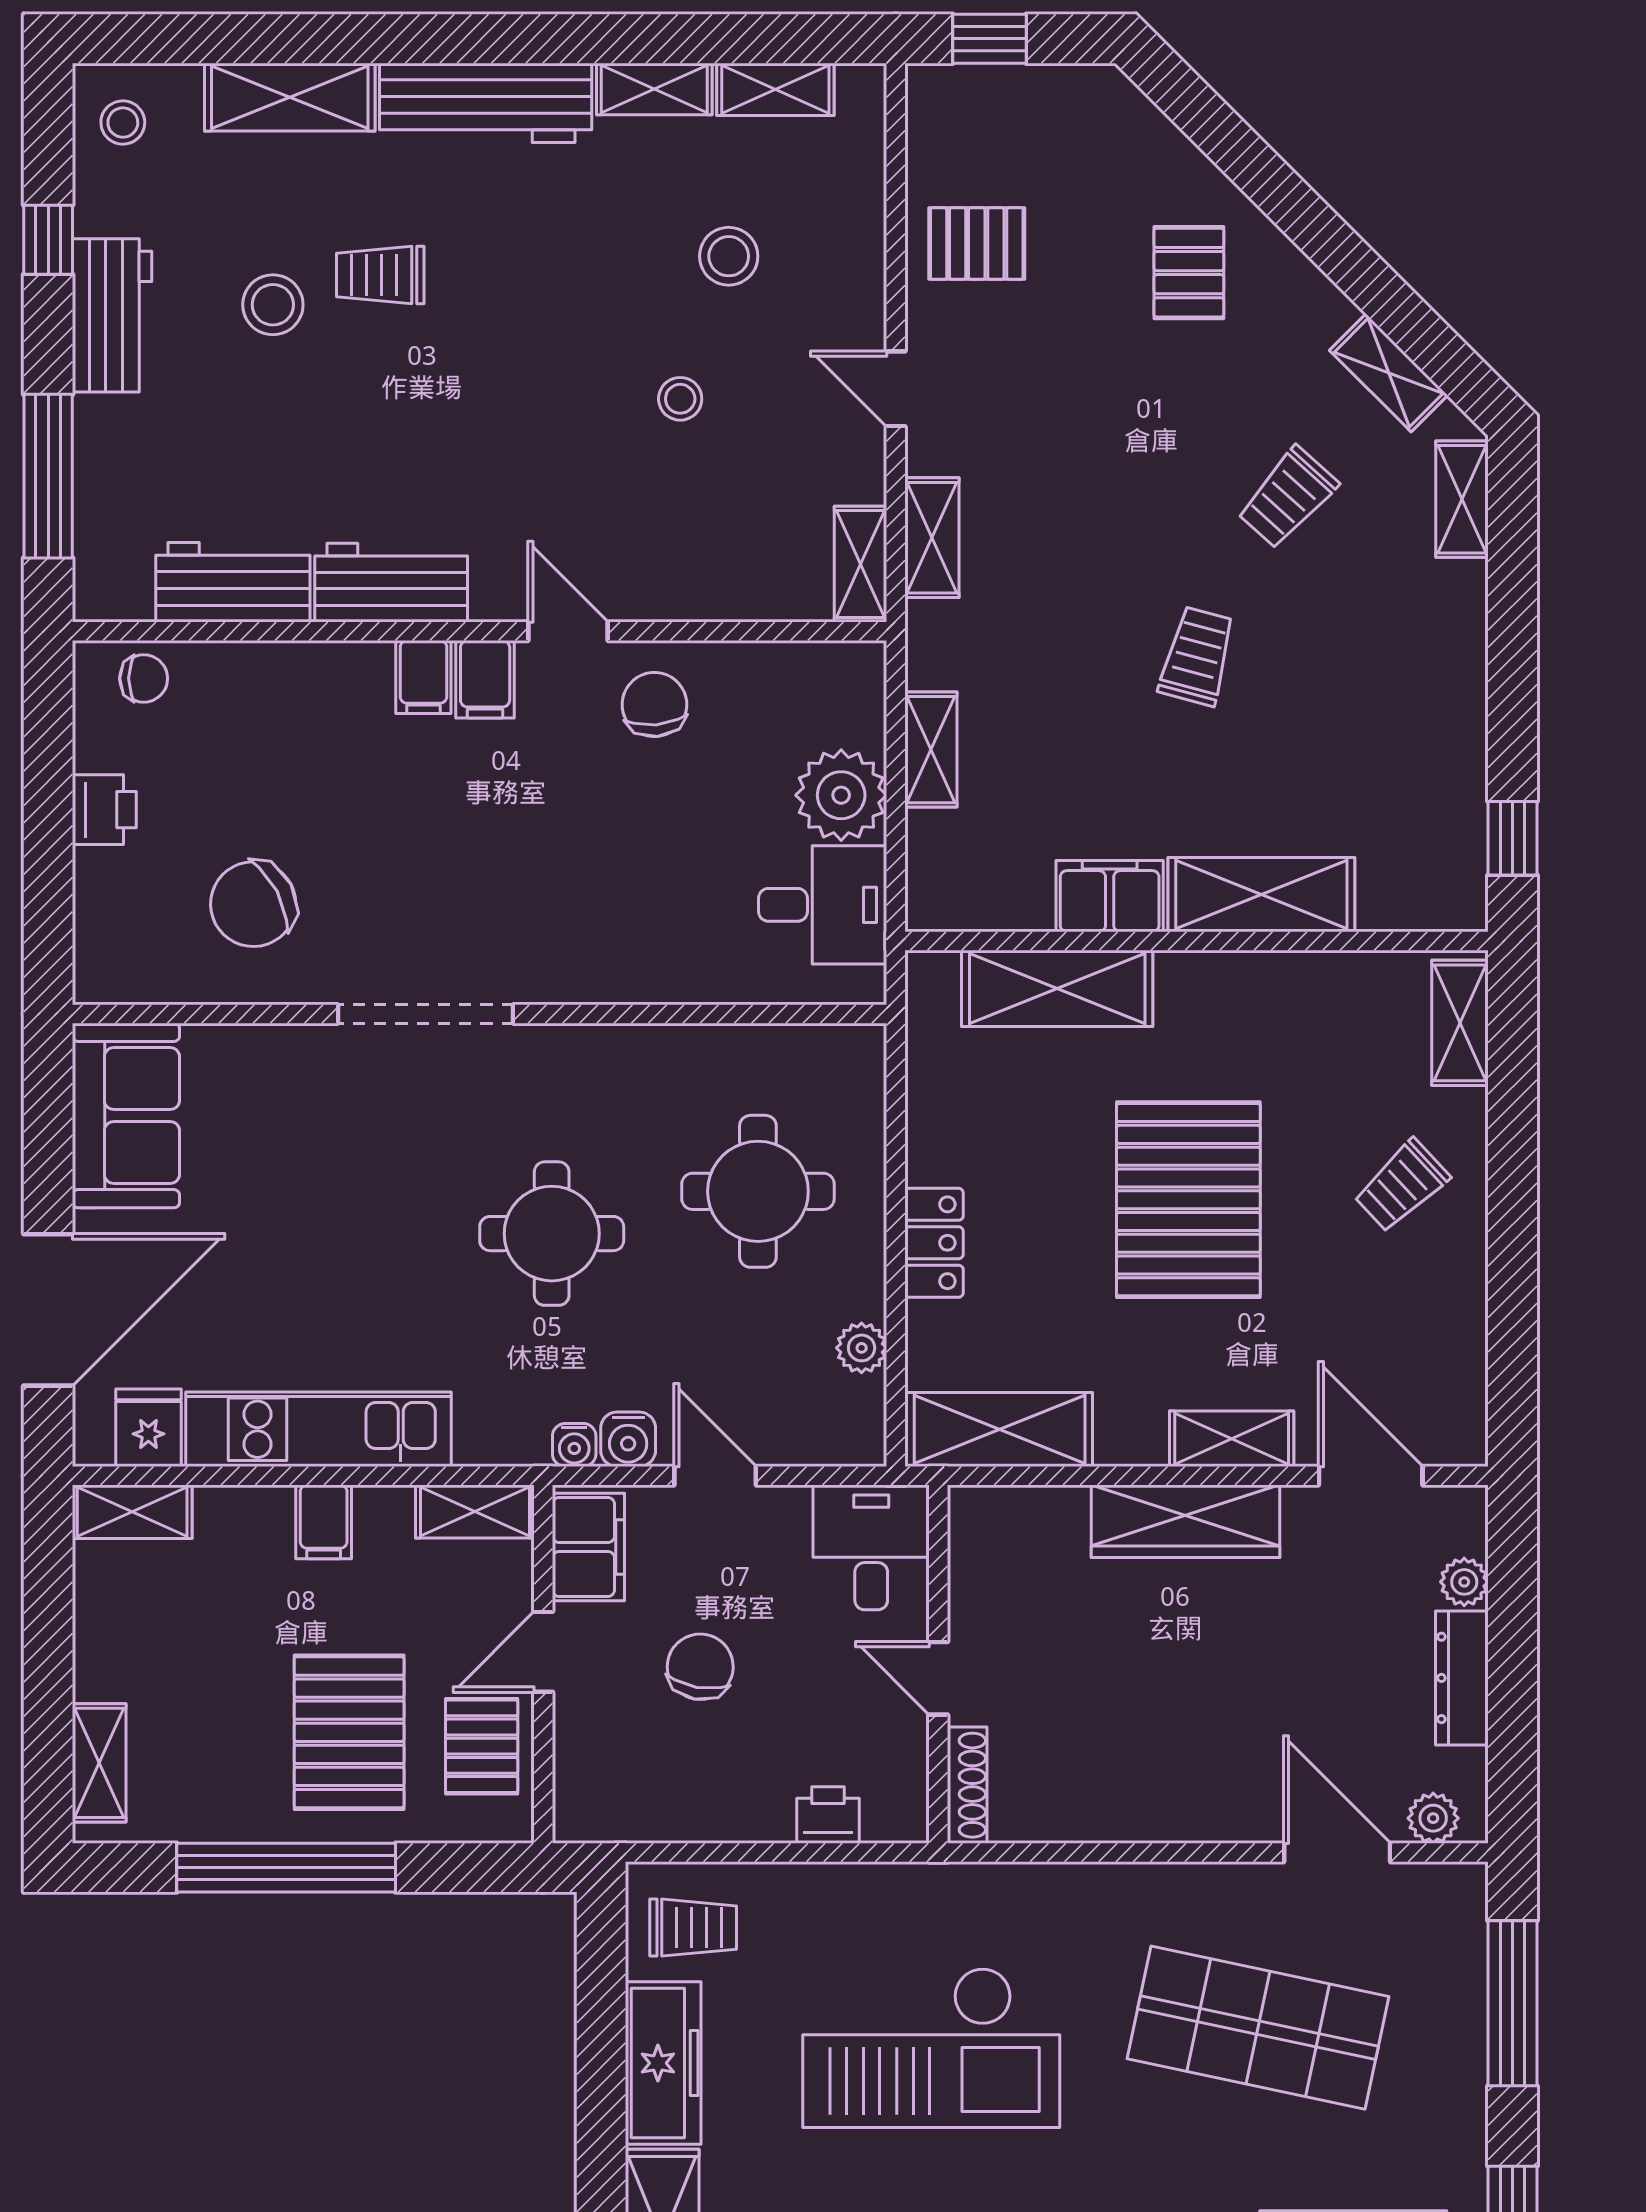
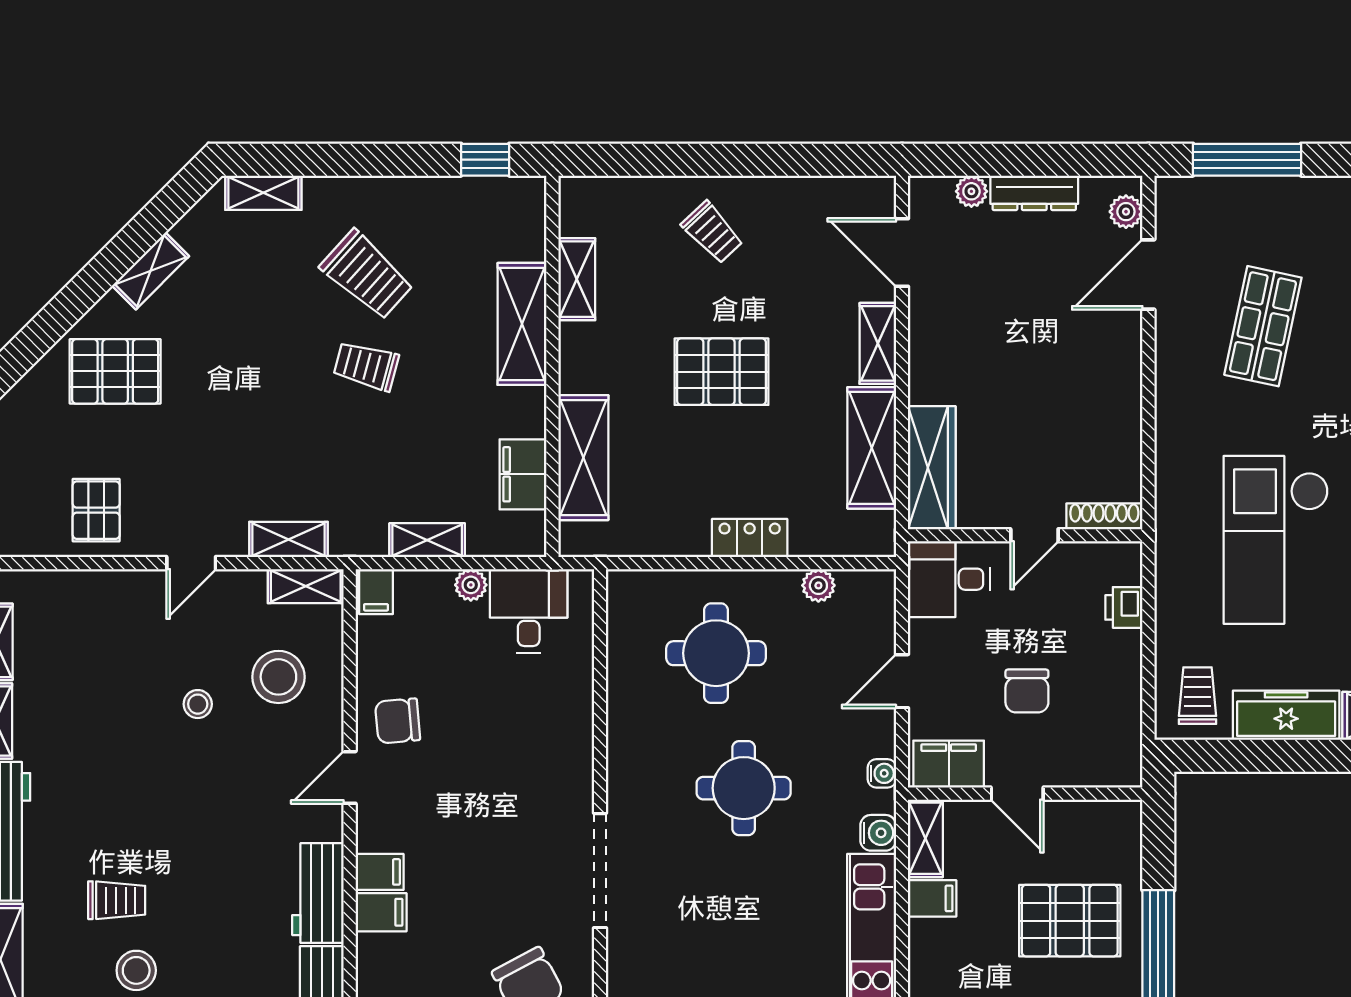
stool: (729, 256) -> (278, 677), moved, width x1.38, depth x1.38
pallet: (1189, 273) -> (115, 371), width x1.50, depth x1.42
trolley: (380, 275) -> (117, 900), turned -90
shelving: (1389, 373) -> (151, 271), moved
trolley: (1288, 498) -> (367, 275), moved, width x1.36, depth x1.39
filing cabinet: (852, 671) -> (376, 592), added
filing cabinet: (485, 679) -> (381, 912), moved
plant: (841, 795) -> (471, 585), width x0.53, depth x0.53
filing cabinet: (1110, 896) -> (523, 474), moved
shelving: (1460, 1023) -> (577, 279), moved, turned 90
pallet: (1188, 1200) -> (721, 372), width x0.73, depth x0.71
shelving: (1000, 1429) -> (872, 448), moved
water cooler: (628, 1439) -> (878, 833), moved
door: (1371, 1476) -> (902, 252), hinge flipped
wardrobe: (1186, 1521) -> (932, 468), moved
filing cabinet: (324, 1522) -> (932, 898), moved
chair: (700, 1667) -> (1027, 691), turned -100
pallet: (482, 1746) -> (1079, 834), removed
shop shelf: (1258, 2028) -> (1263, 326), width x0.70, depth x0.74
checkout: (931, 2047) -> (1276, 540), turned 180

